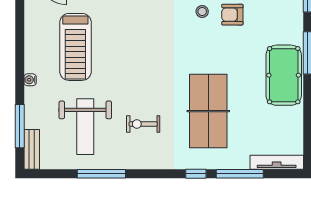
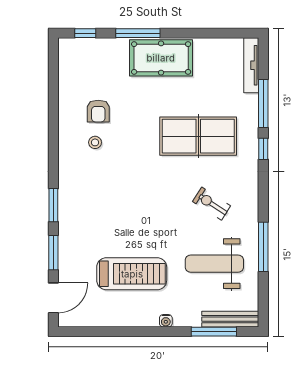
exercise bike: (143, 124) -> (212, 204), turned 123
weight bench: (85, 127) -> (214, 264), turned 180
bench: (32, 149) -> (230, 319), width x1.36

